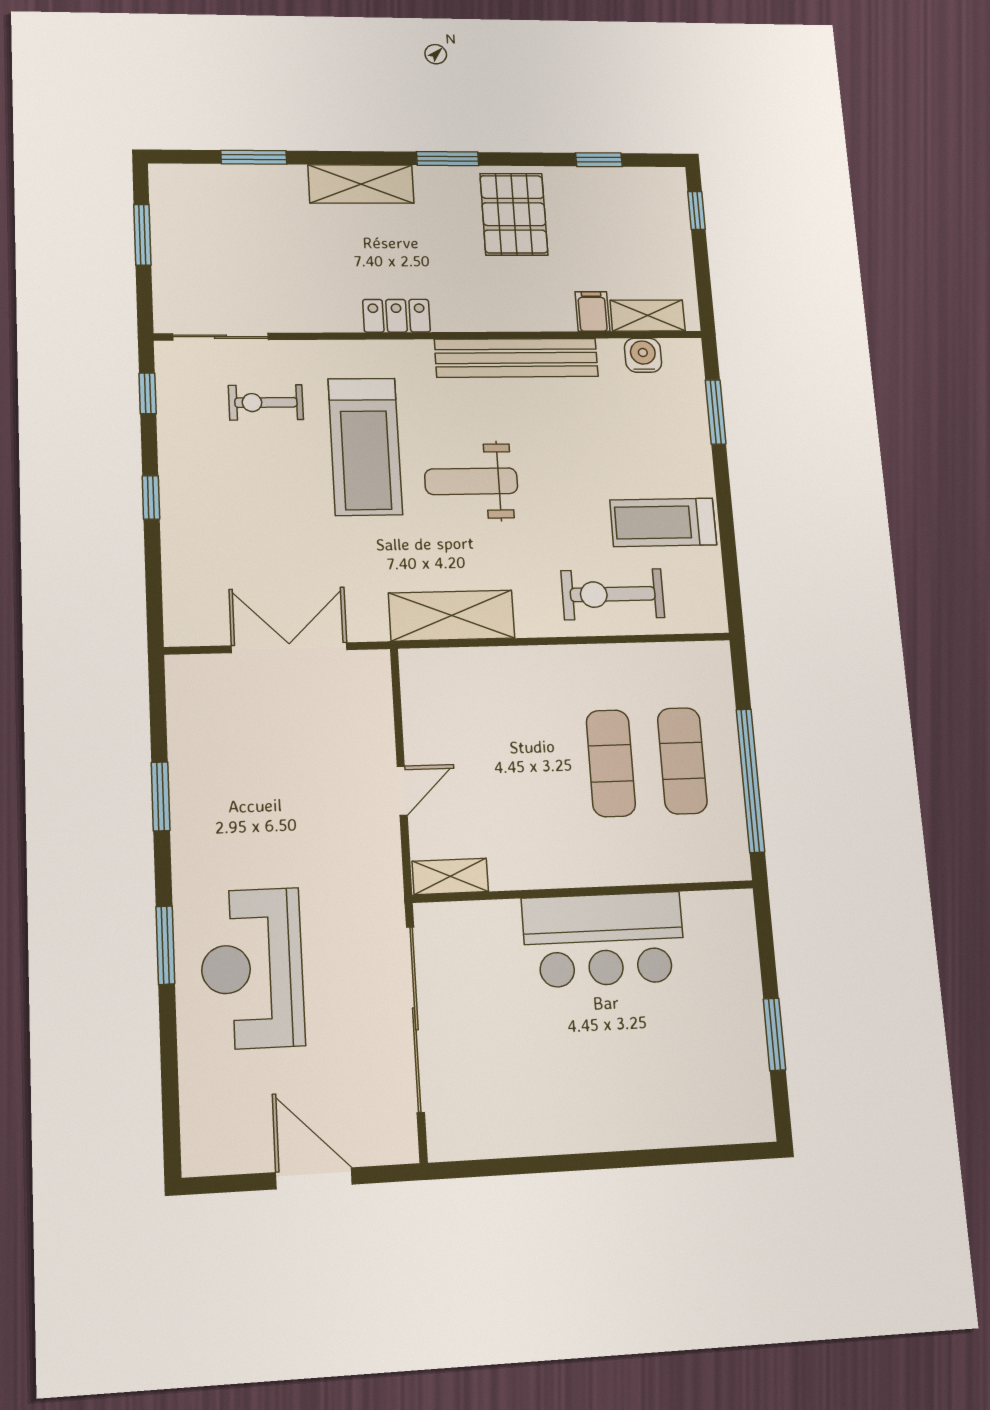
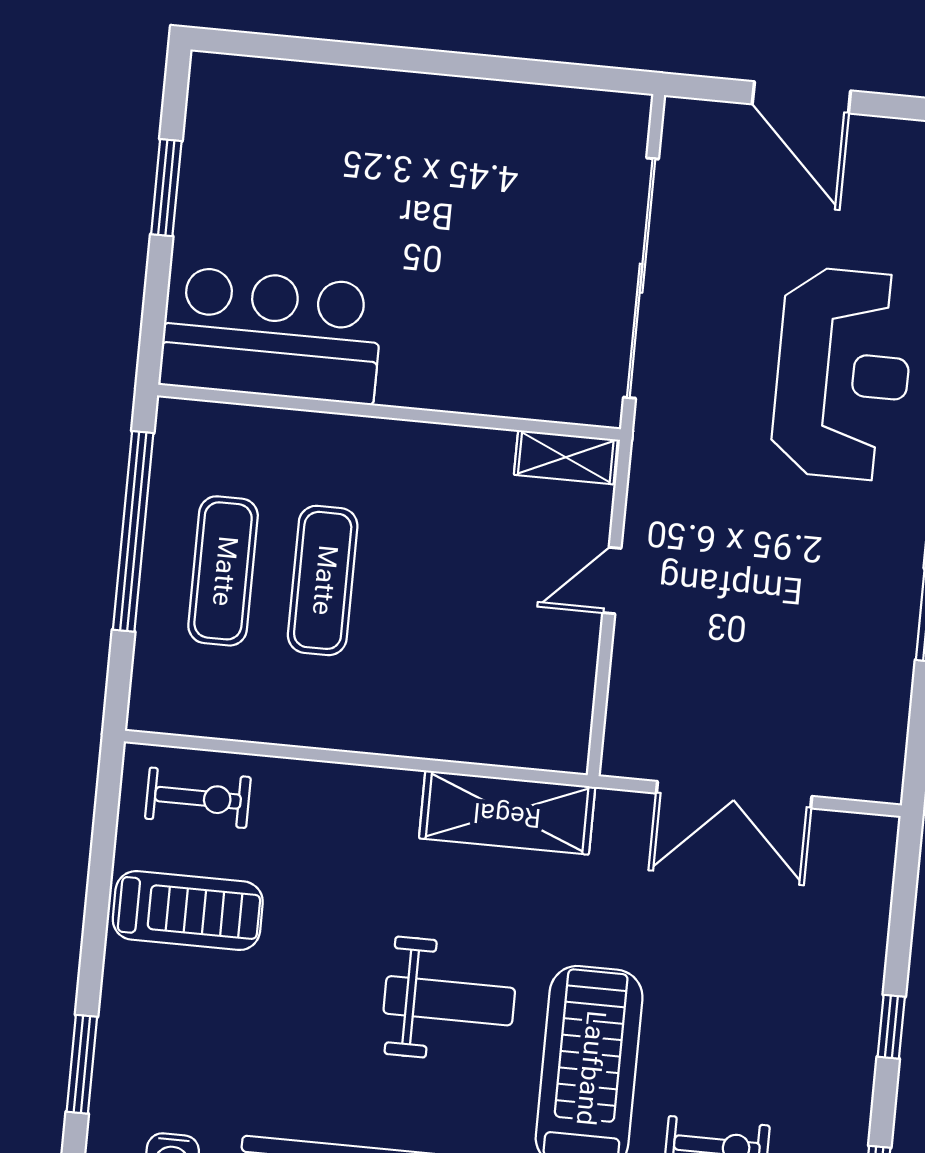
exercise bike: (613, 594) -> (198, 798), moved, width x0.73, depth x0.72
bar counter: (604, 939) -> (271, 335), moved

